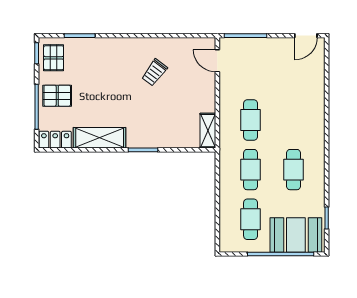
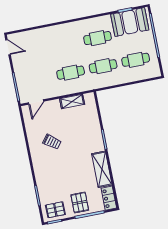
shelving: (208, 131) -> (72, 101), moved
booth: (296, 235) -> (130, 22), moved, turned 90

